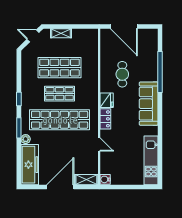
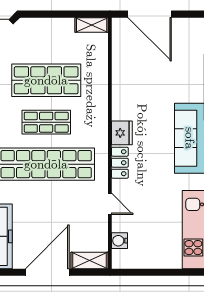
shelving: (61, 33) -> (92, 25), moved
cafe table: (122, 74) -> (147, 91), removed
water cooler: (105, 179) -> (119, 241), moved

